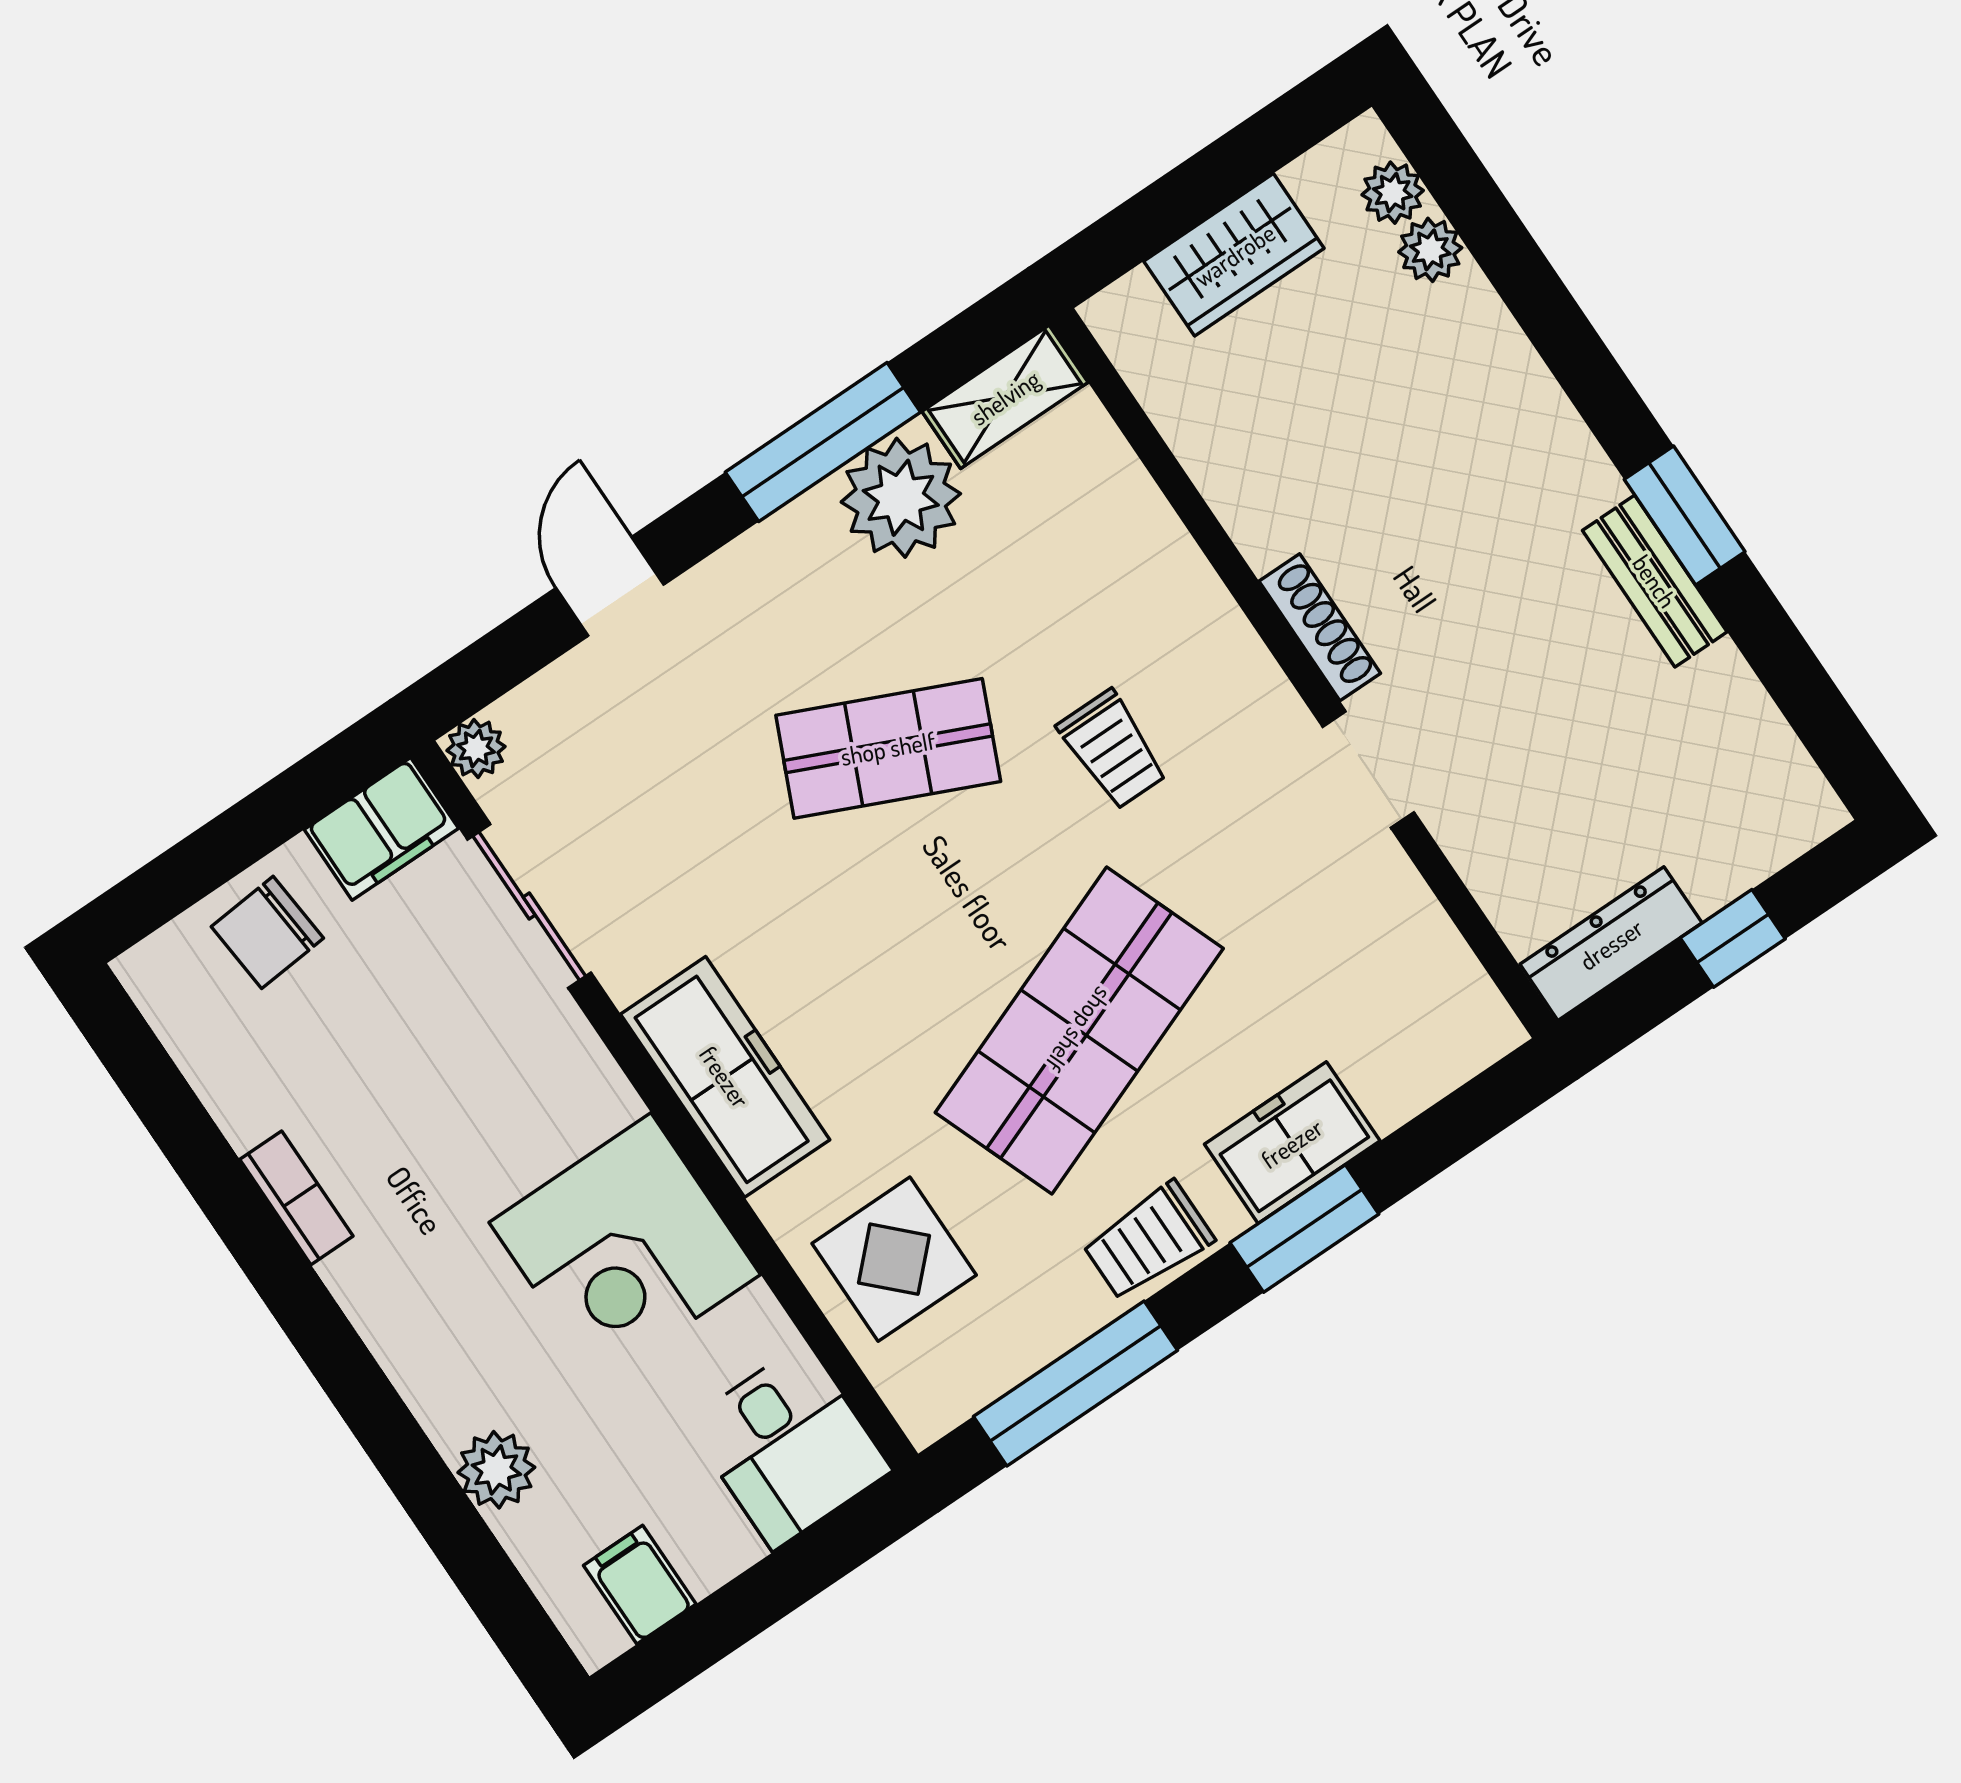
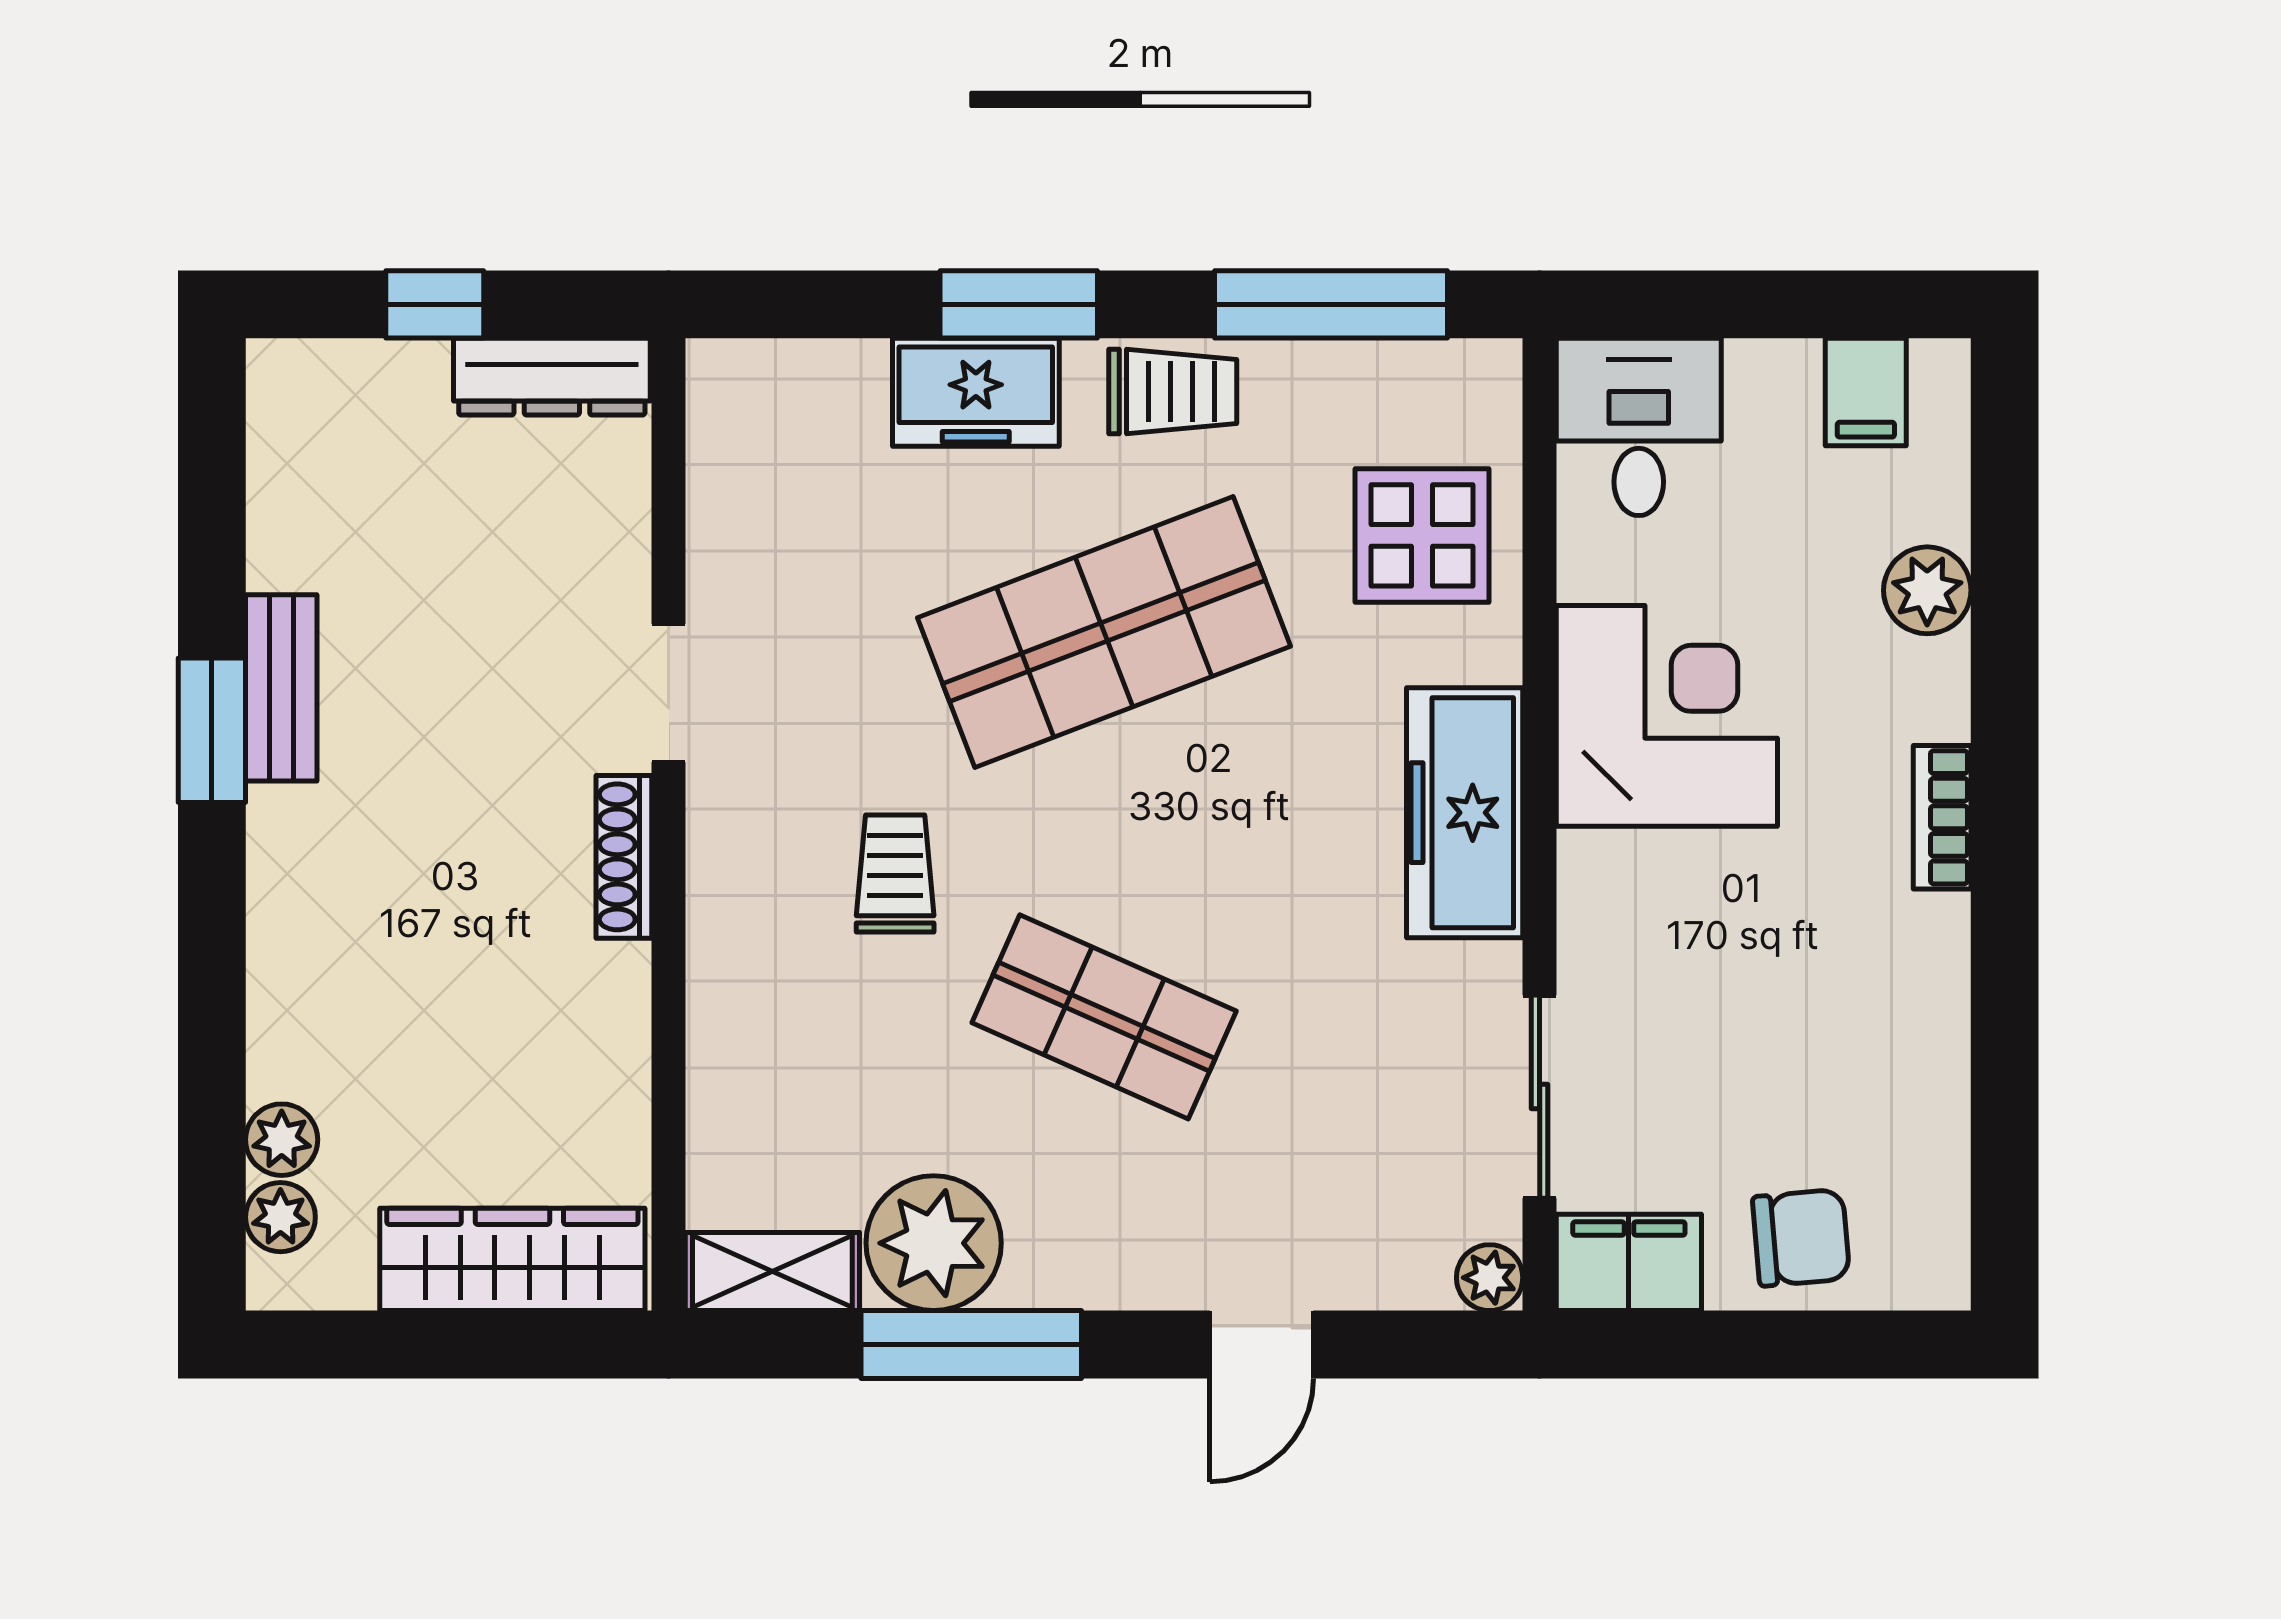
wardrobe: (1234, 255) -> (512, 1259), width x1.50
bookcase: (296, 1198) -> (1942, 817), moved

